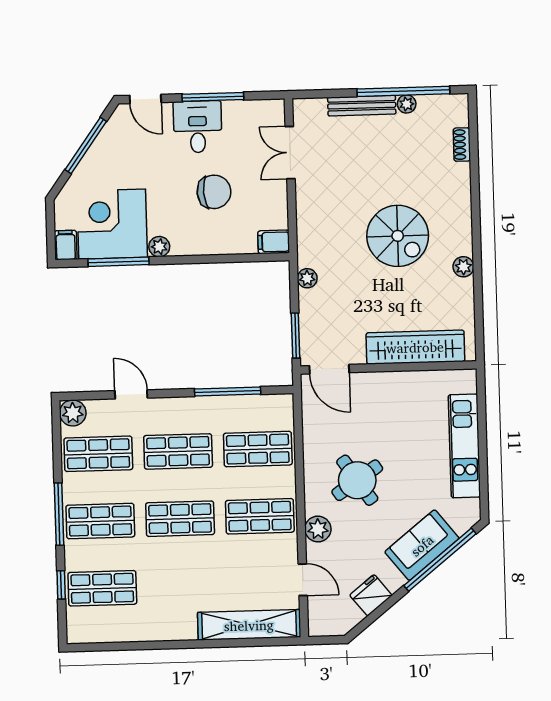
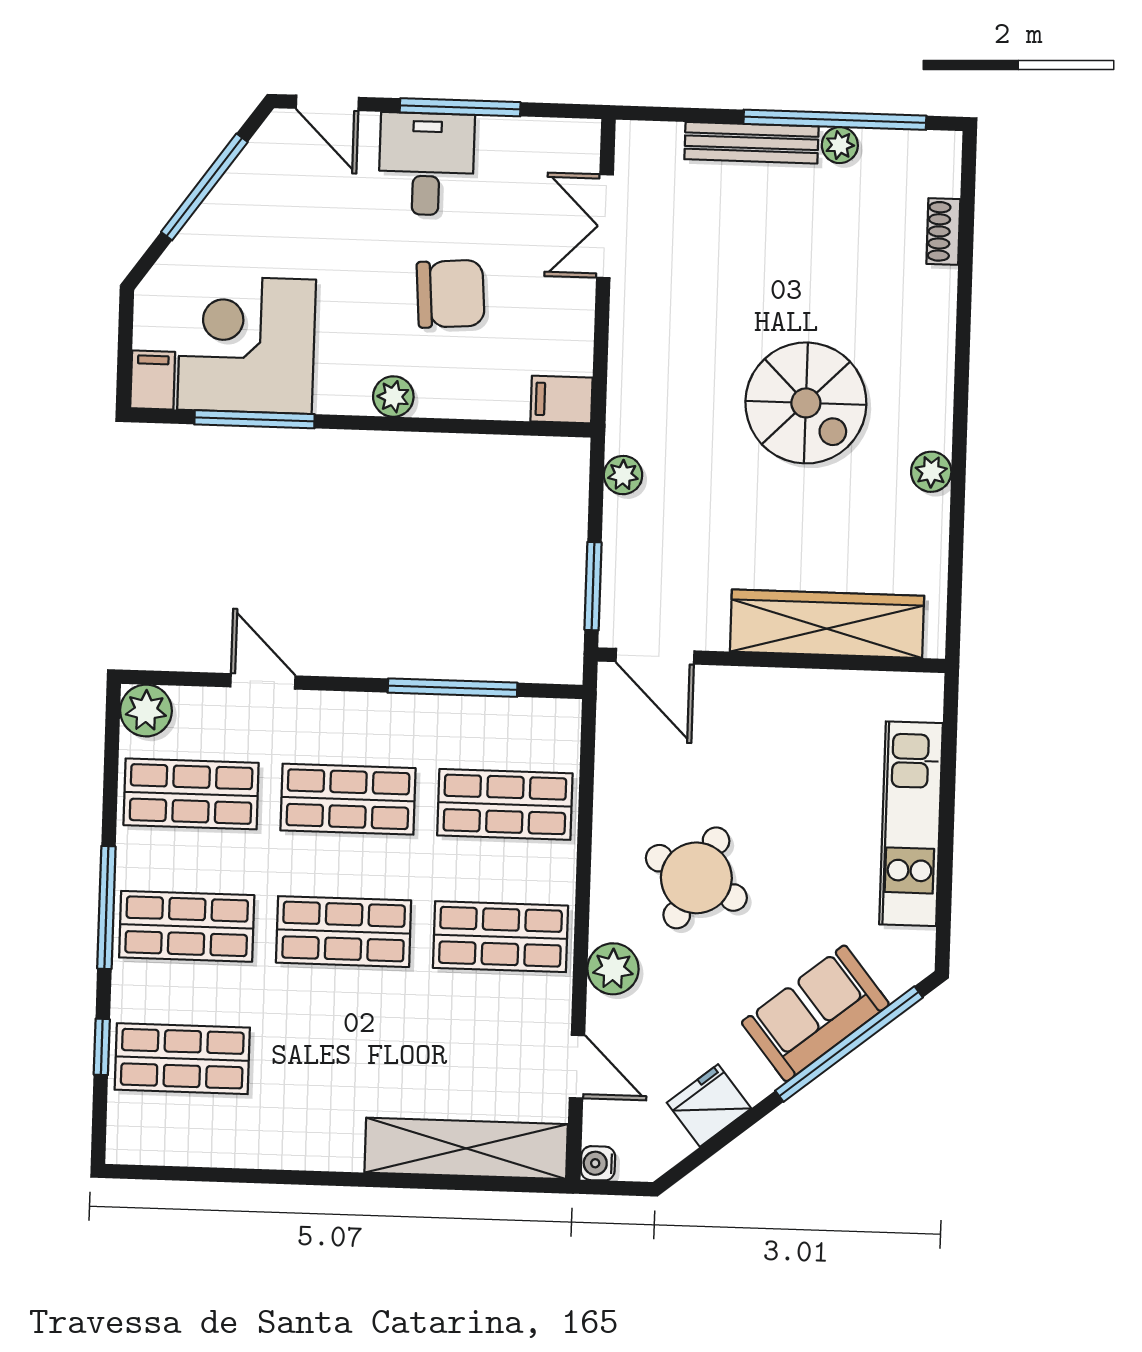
plant: (159, 247) -> (393, 397), moved
round table: (357, 480) -> (696, 878), turned -30
water cooler: (316, 628) -> (598, 1163), added

